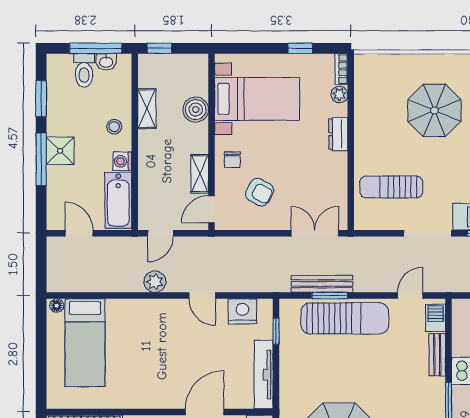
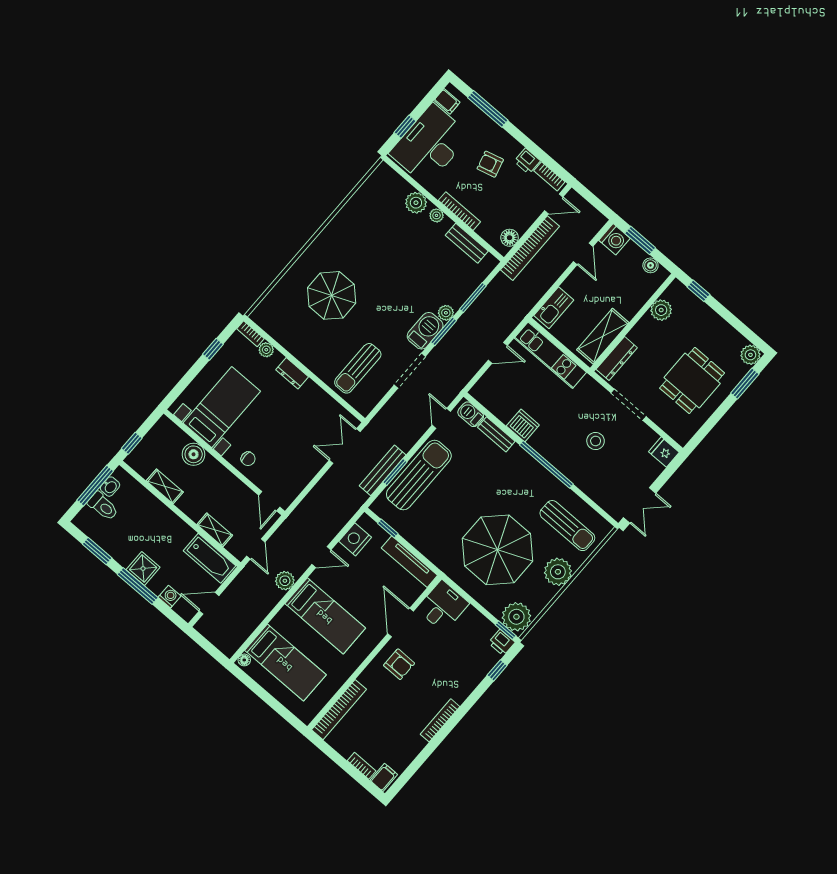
stool: (114, 127) -> (158, 519), removed
washing machine: (122, 161) -> (169, 597), moved, turned 180
shelving: (200, 174) -> (215, 530), moved
armchair: (260, 192) -> (285, 459), removed
bed: (155, 342) -> (325, 616), added

